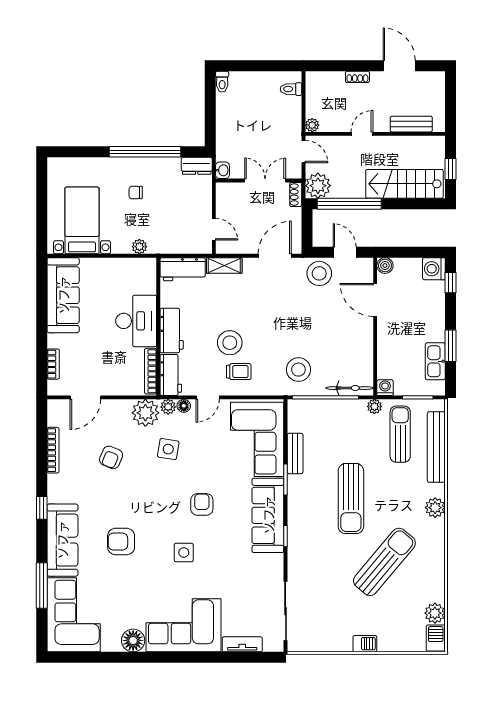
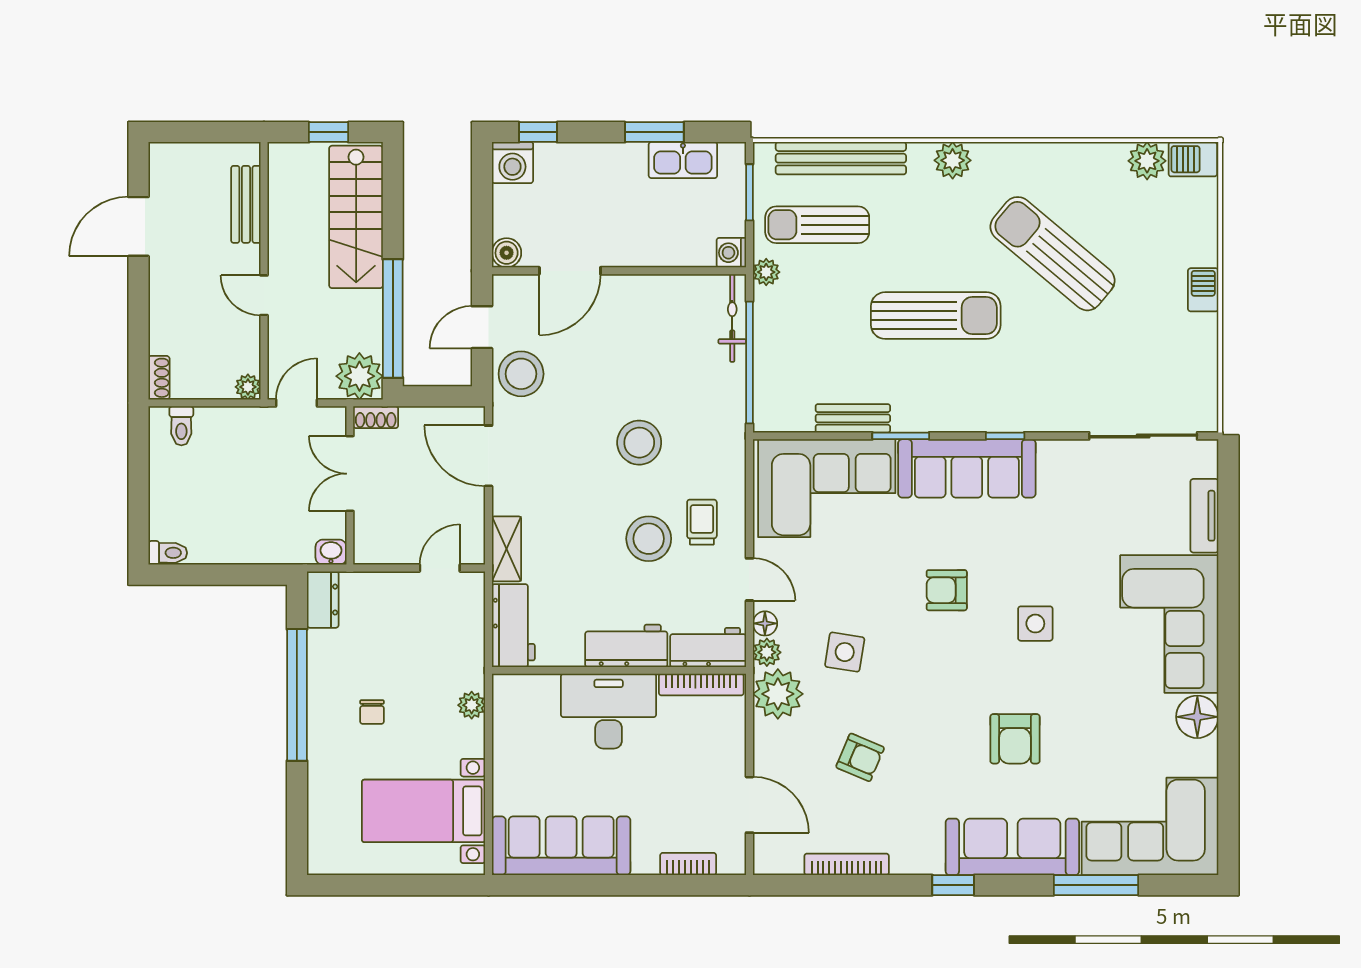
shoe rack: (357, 77) -> (159, 378), moved
stool: (298, 370) -> (639, 443), moved

